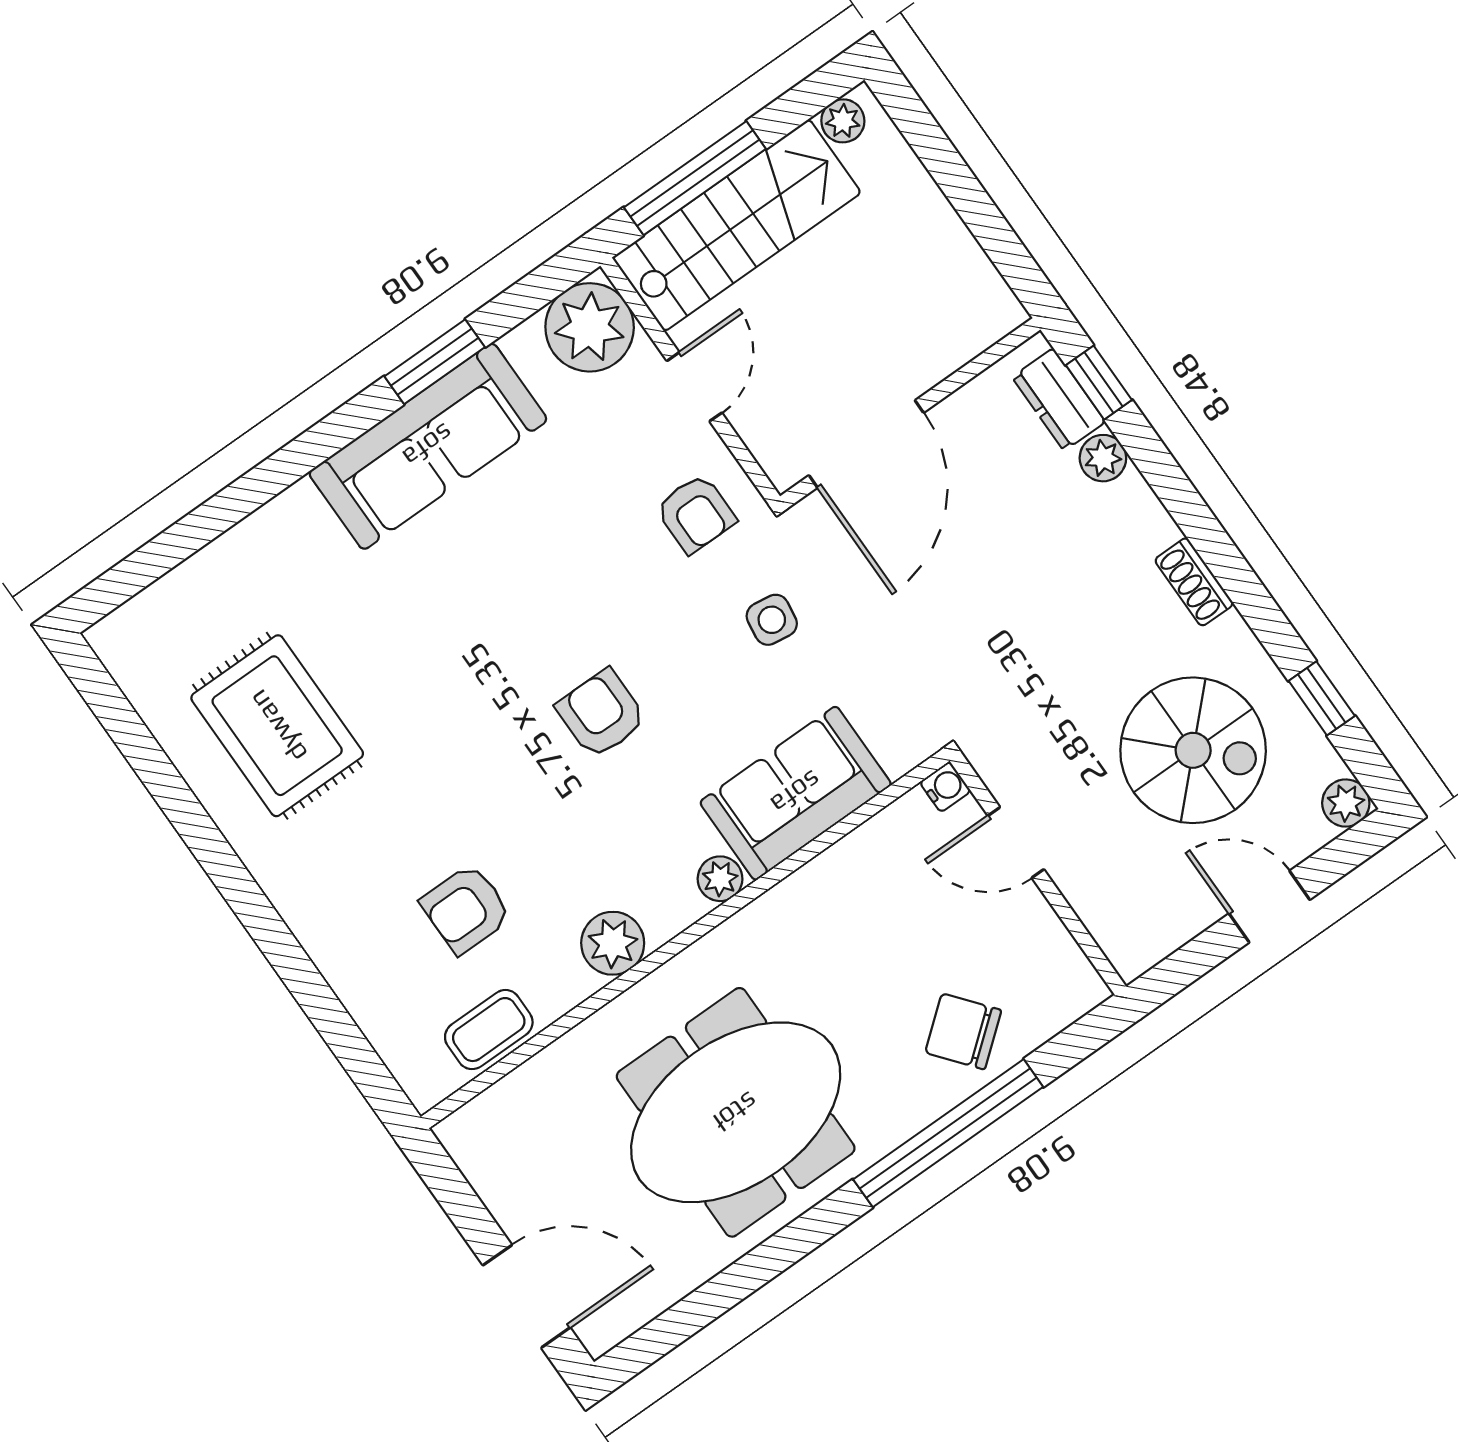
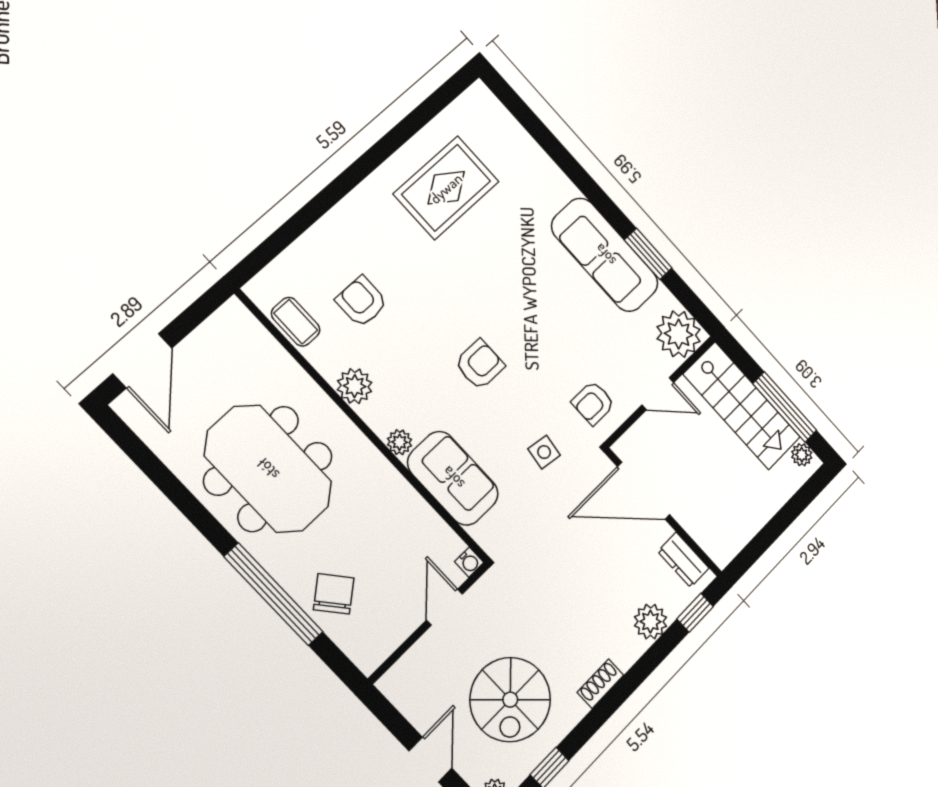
window: (695, 178) -> (785, 407), moved
dresser: (1059, 400) -> (683, 560), moved, turned -90
plant: (1103, 458) -> (650, 622), width x1.38, depth x1.38

